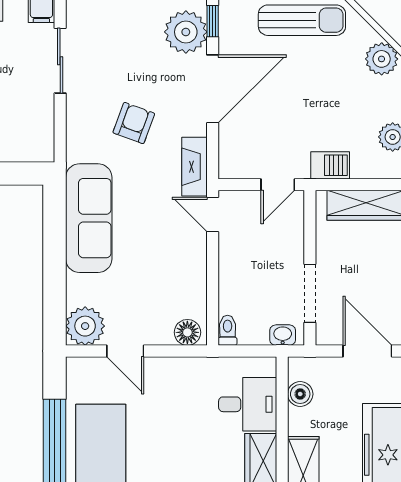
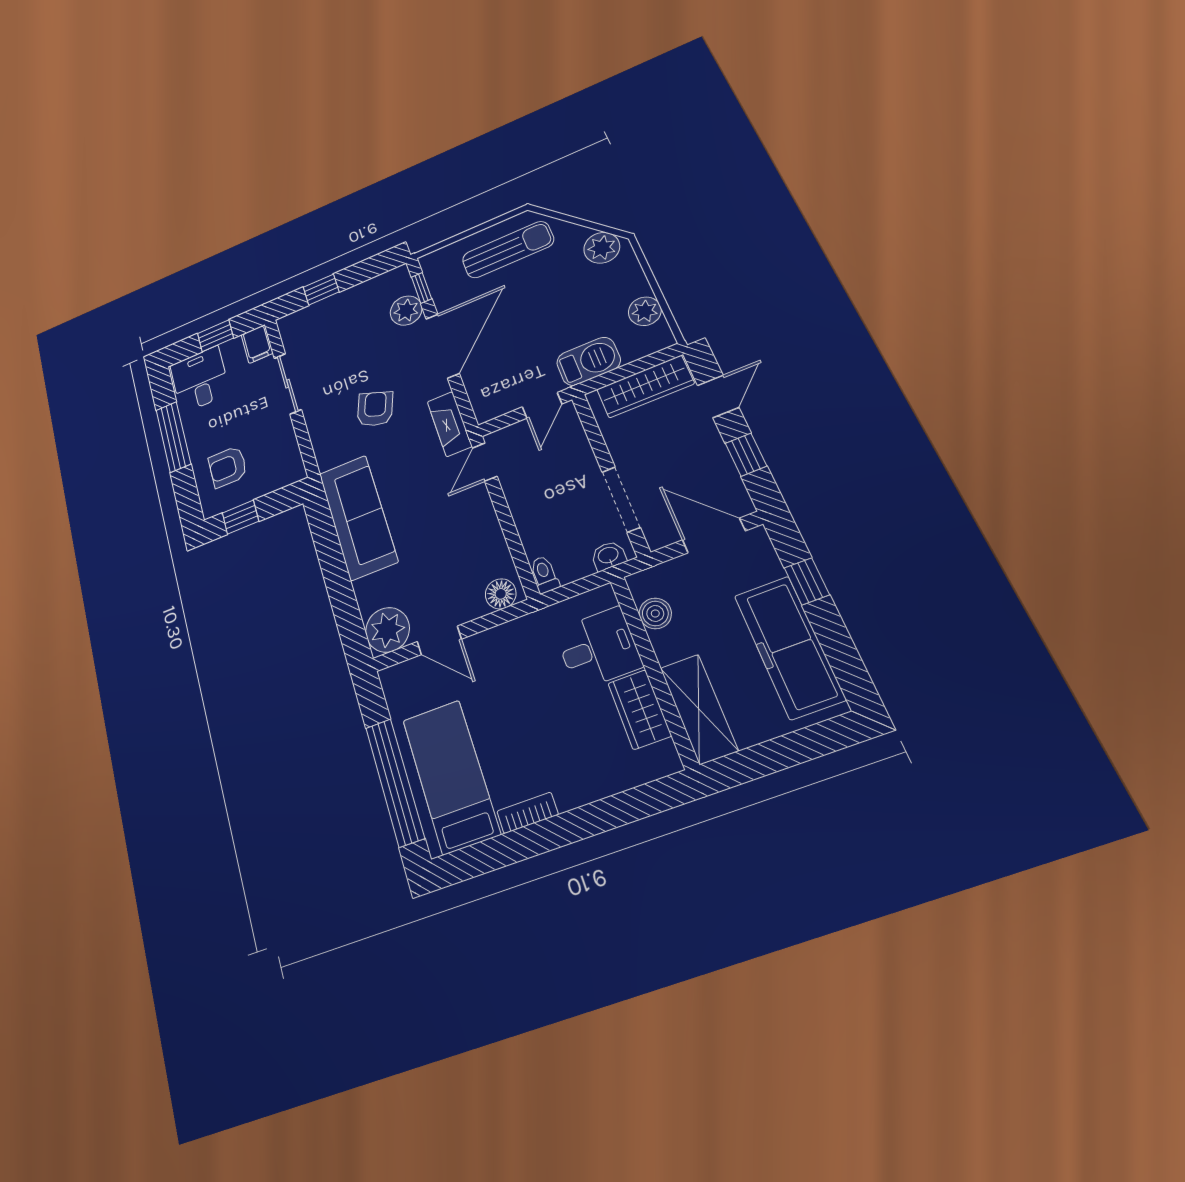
plant: (186, 32) -> (406, 311), width x0.73, depth x0.73
barbecue: (330, 165) -> (589, 361), width x1.38, depth x1.27
door: (213, 215) -> (485, 462), hinge flipped

